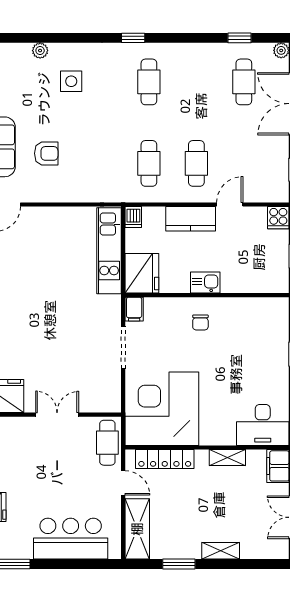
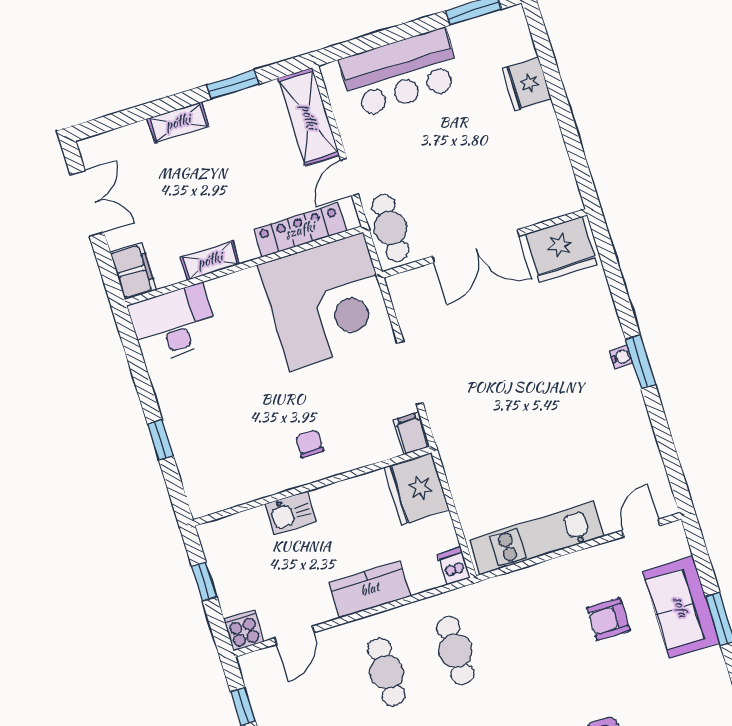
door: (230, 205) -> (295, 635), moved
kitchen unit: (109, 251) -> (536, 538), moved, turned -90
kitchen sink: (205, 283) -> (291, 513), moved
double door: (57, 415) -> (476, 246), width x1.37
door: (123, 483) -> (350, 177), hinge flipped

